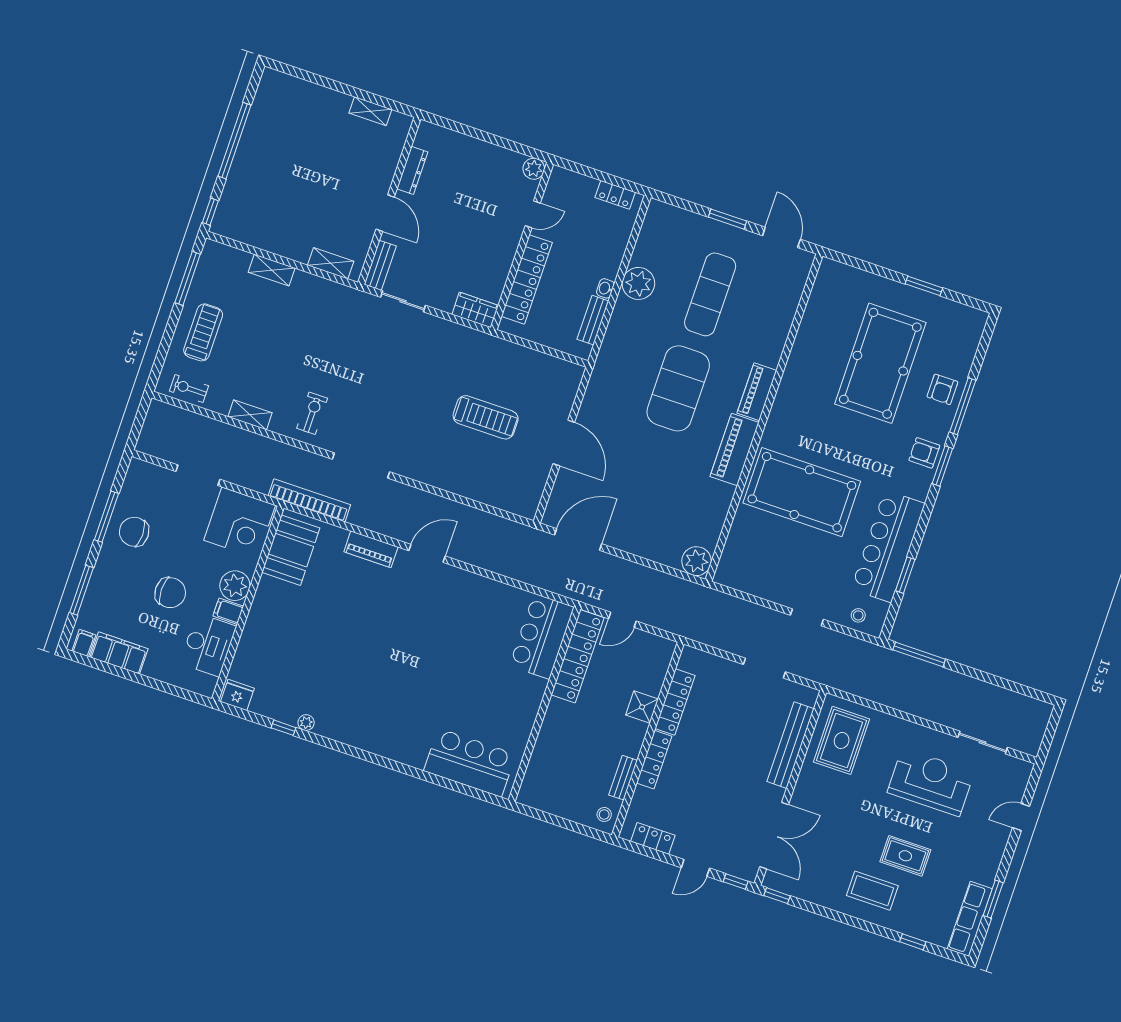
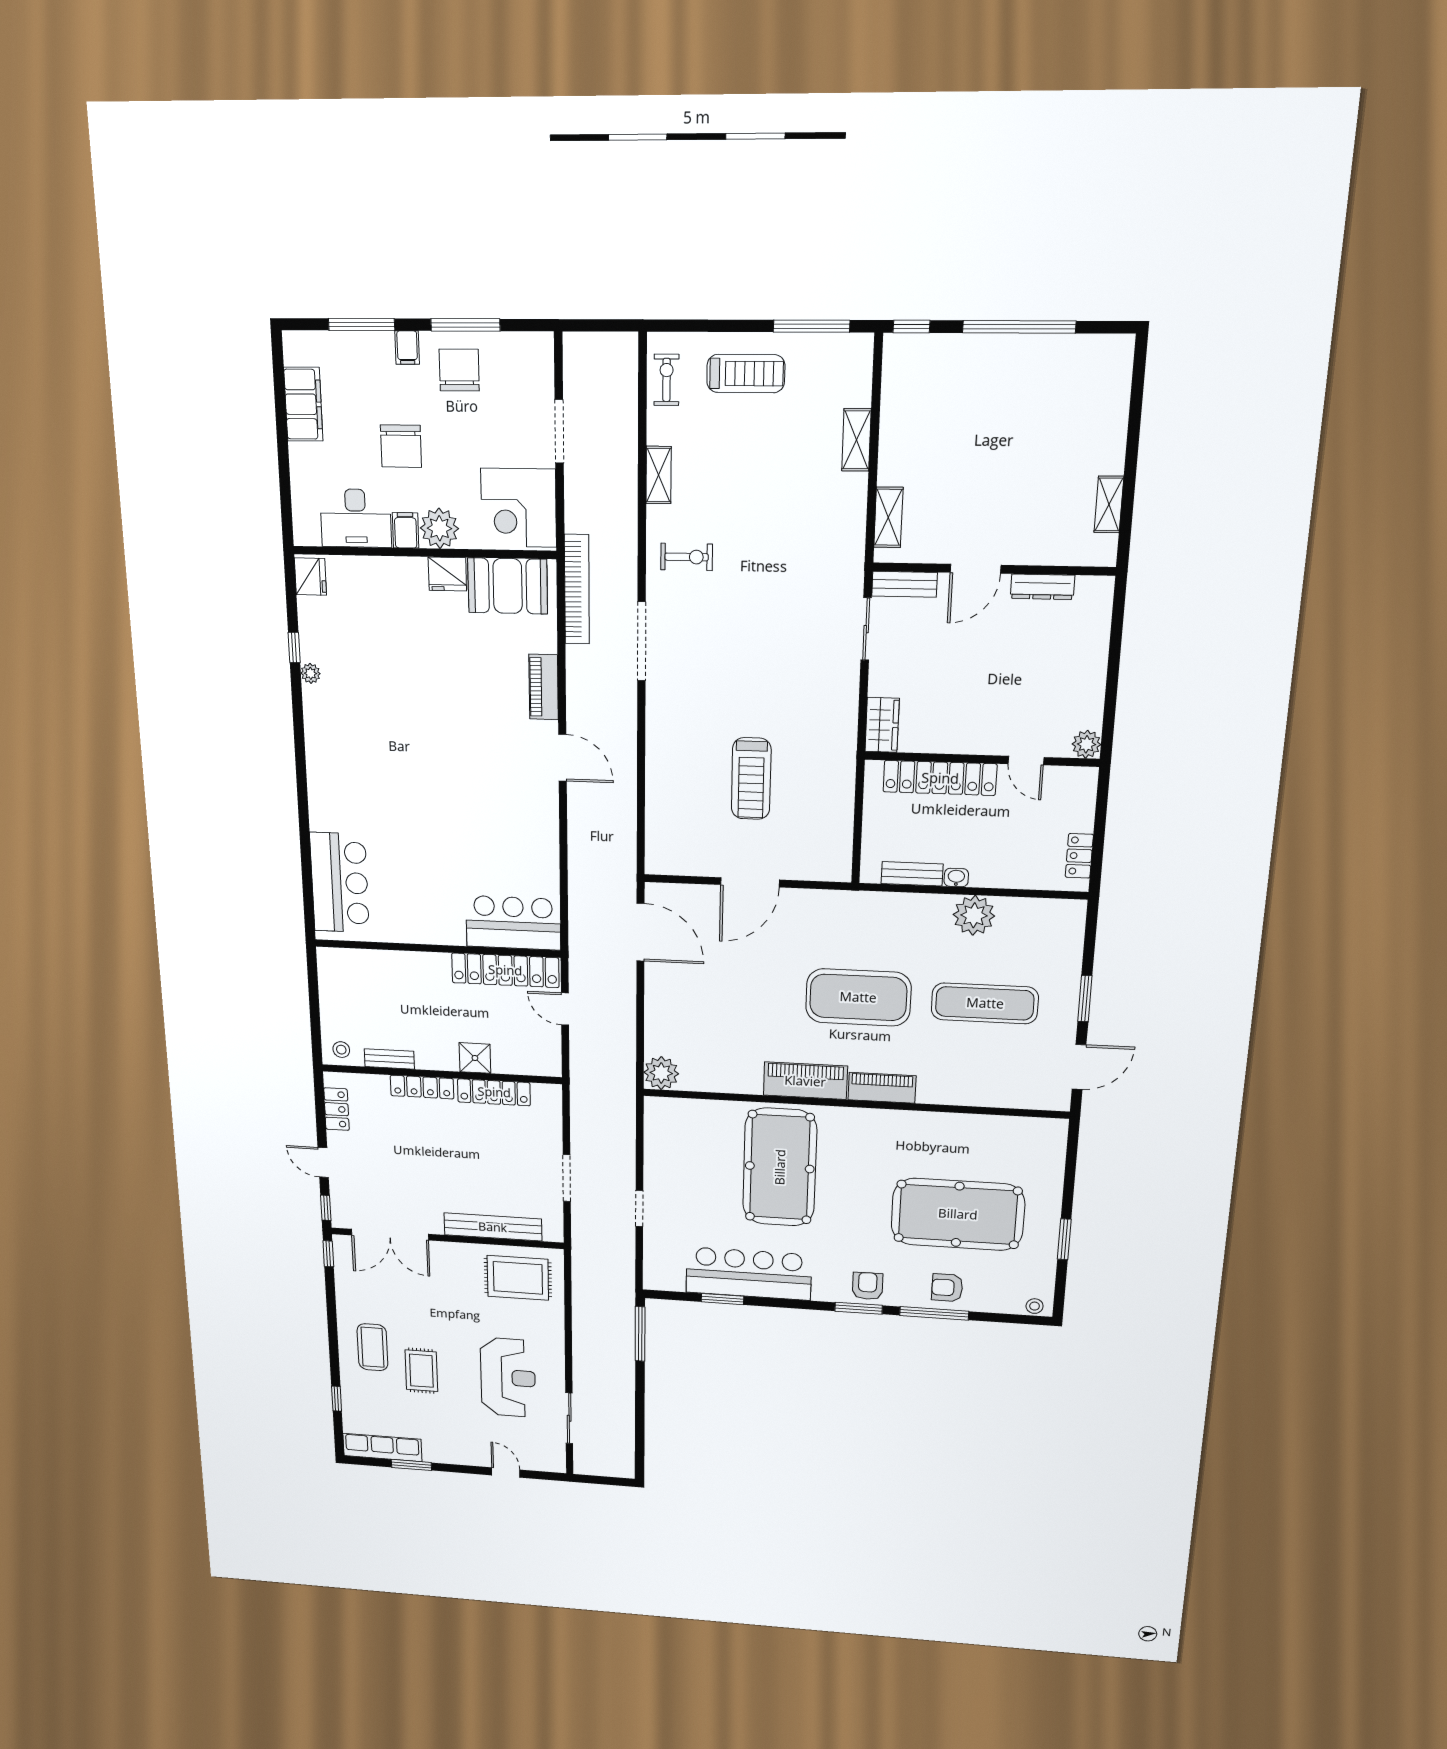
fridge: (268, 592) -> (447, 574), added
stool: (858, 615) -> (1035, 1306), moved
filing cabinet: (84, 643) -> (407, 348), moved, turned 90

